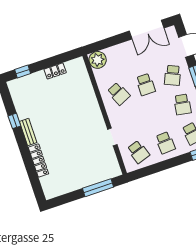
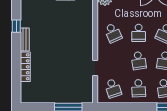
school desk: (155, 114) -> (139, 61), added

